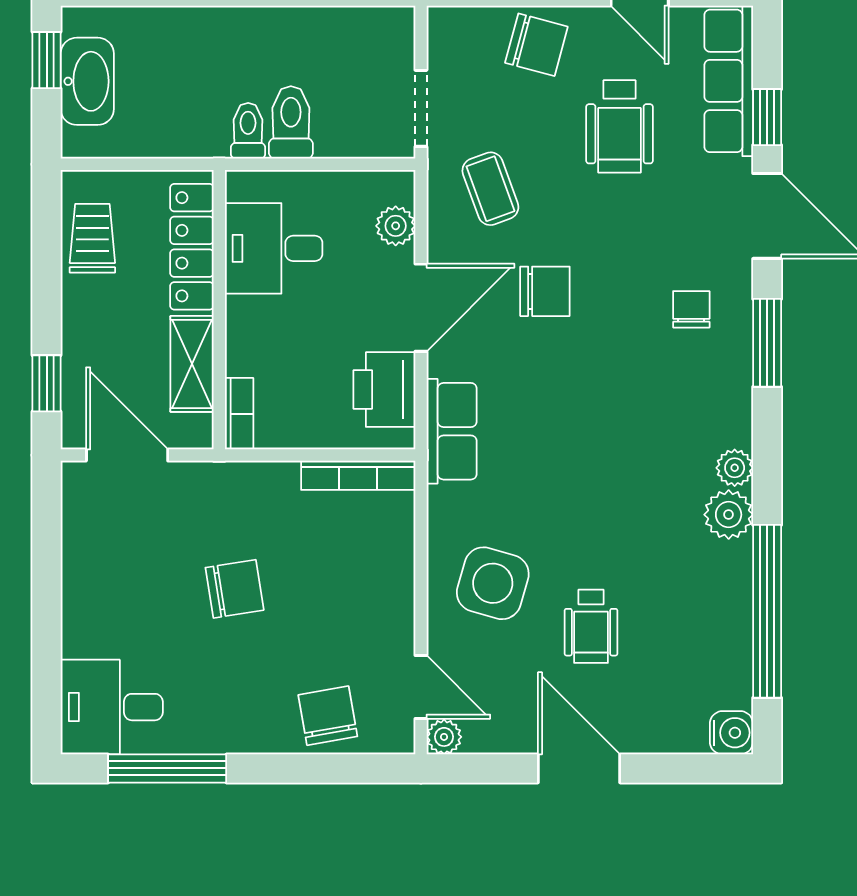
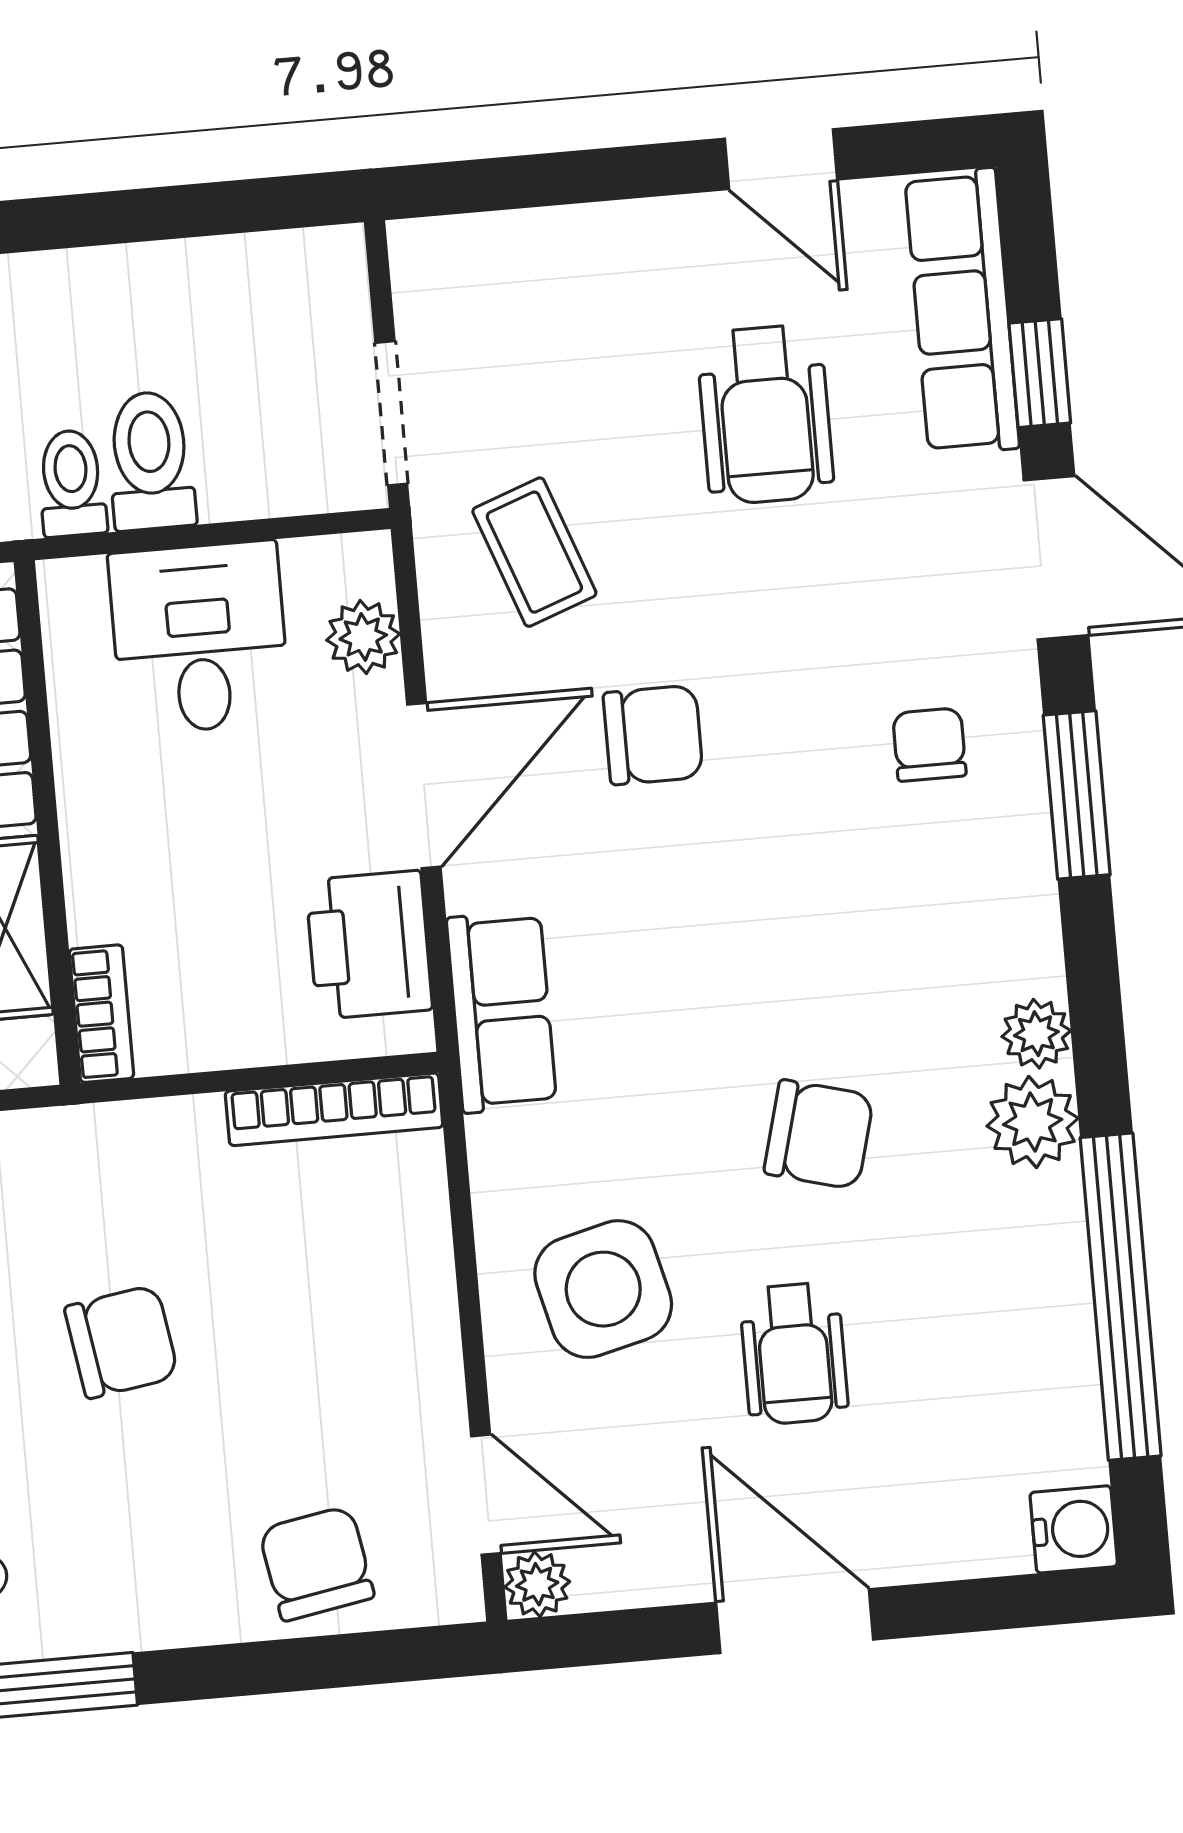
chair: (536, 45) -> (819, 1134), moved
desk: (274, 248) -> (199, 638), moved, turned 90
side table: (493, 583) -> (603, 1289), turned -30

